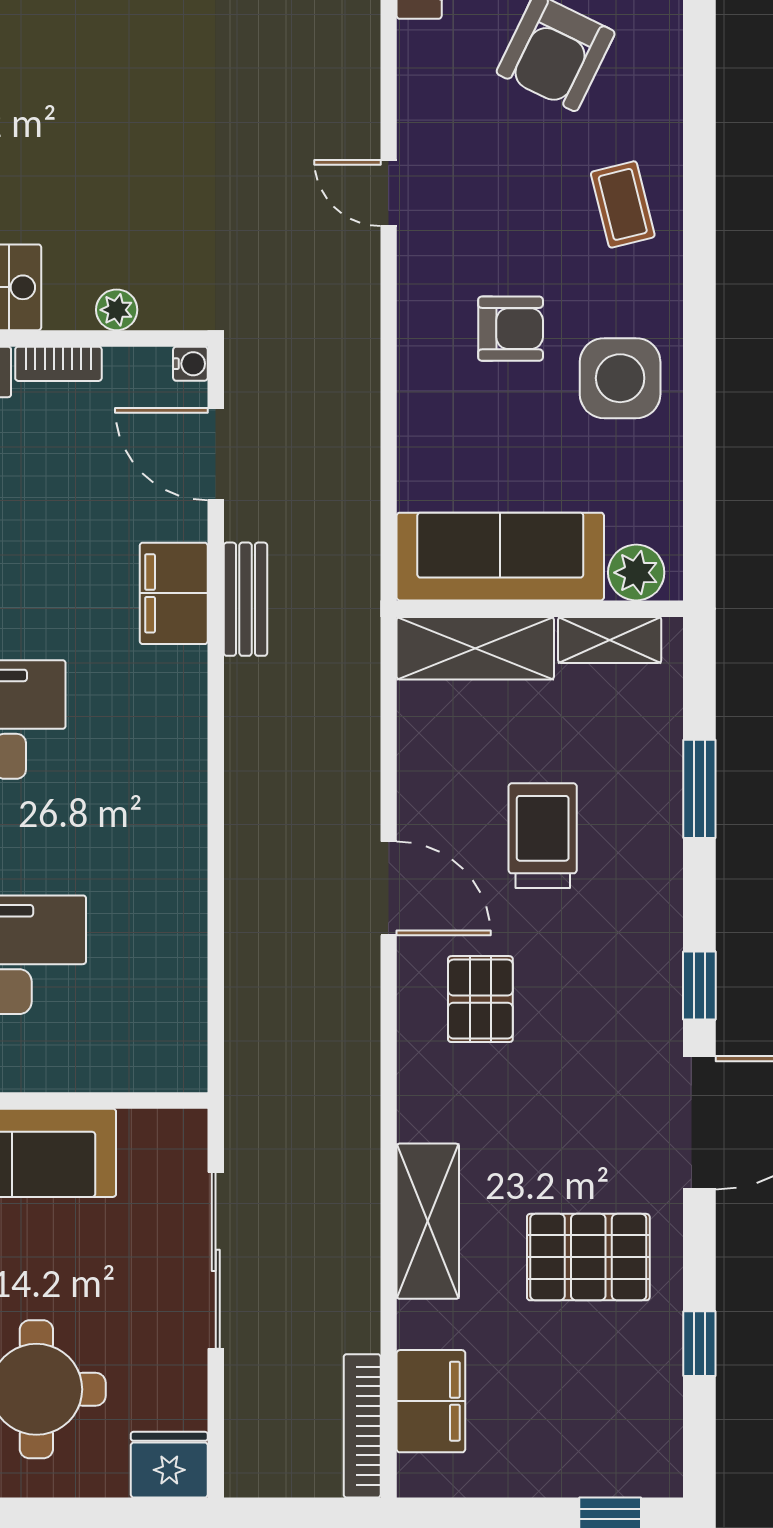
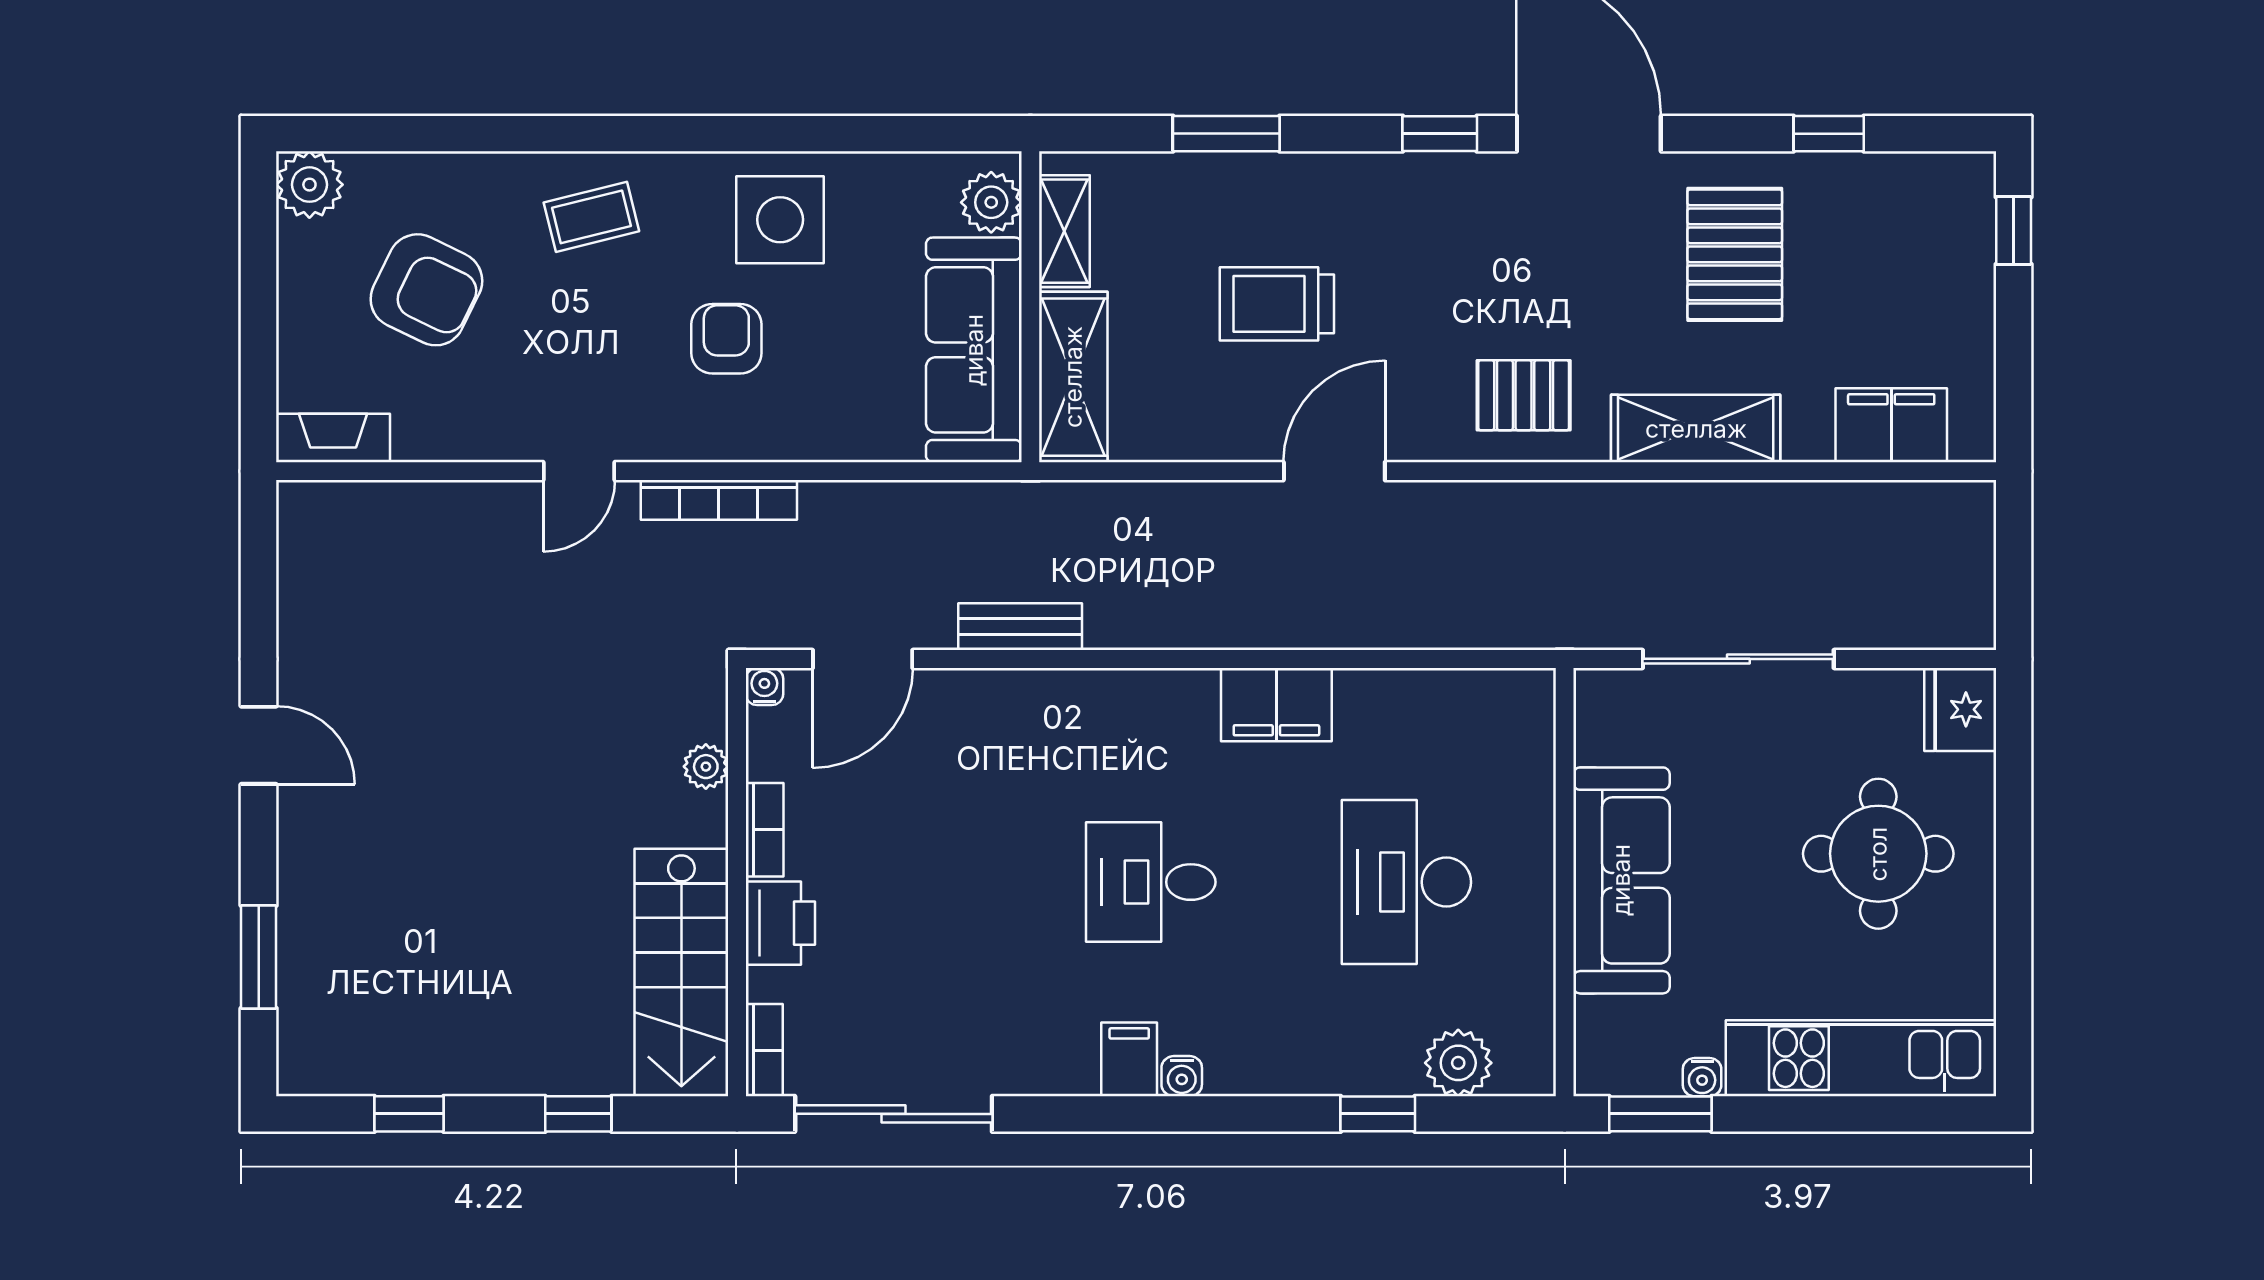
filing cabinet: (174, 593) -> (1276, 705), moved
pallet: (480, 999) -> (1524, 395), moved
bookcase: (362, 1426) -> (719, 500), moved

